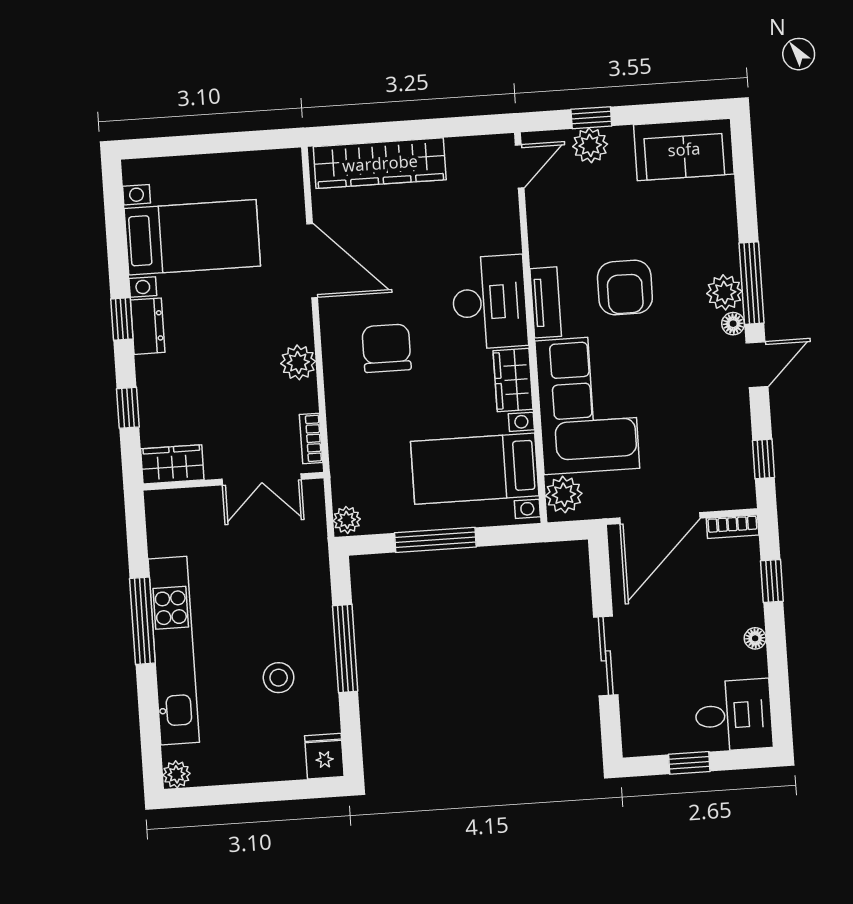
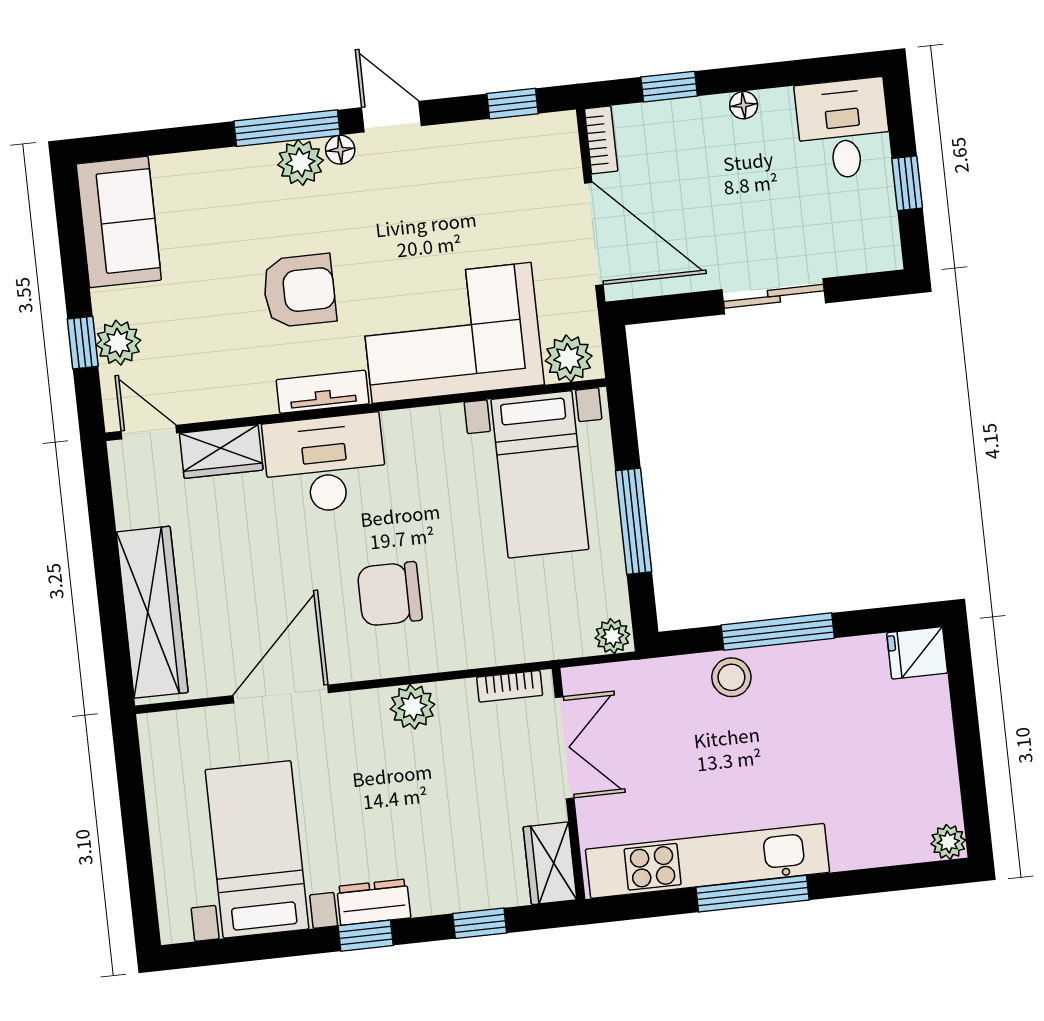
wardrobe: (513, 380) -> (221, 452), moved
kitchen unit: (174, 651) -> (708, 861), moved
stool: (279, 678) -> (731, 677), moved

